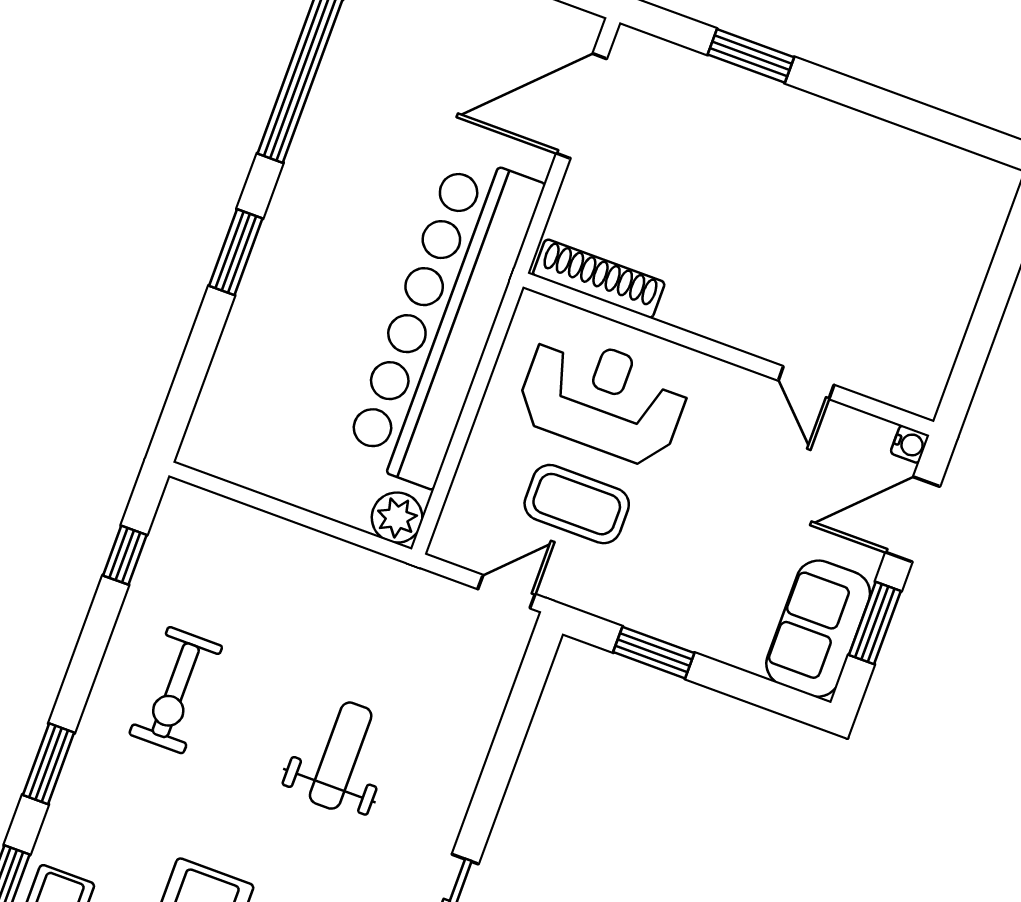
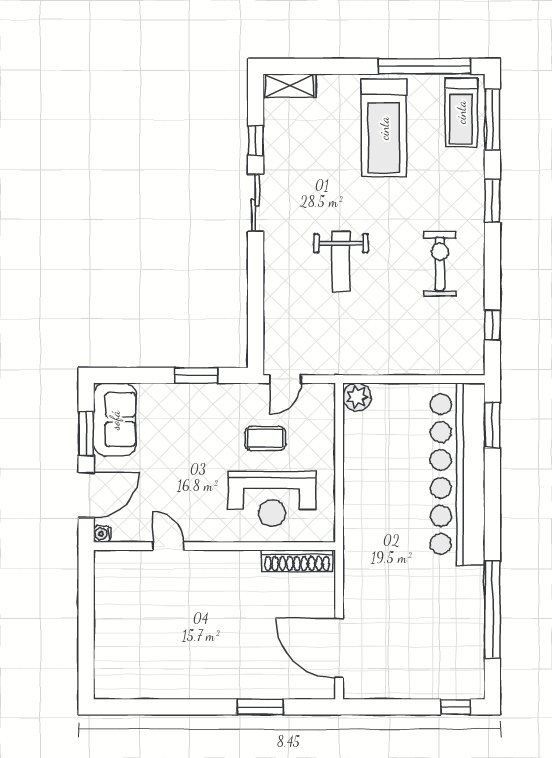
door: (582, 106) -> (339, 648), swing flipped
window: (236, 252) -> (492, 425), moved
bar counter: (444, 321) -> (458, 474), moved, turned 180
coffee table: (577, 504) -> (265, 438), width x0.73, depth x0.77

